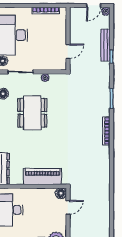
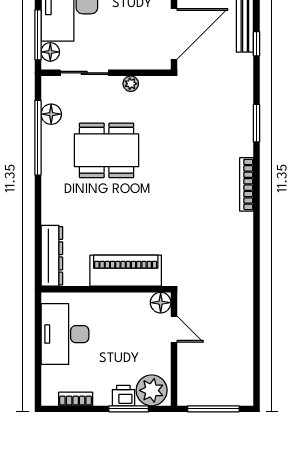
door: (68, 51) -> (174, 34), width x1.88
dining table: (32, 113) -> (107, 150), turned 90
door: (68, 207) -> (174, 329), hinge flipped

